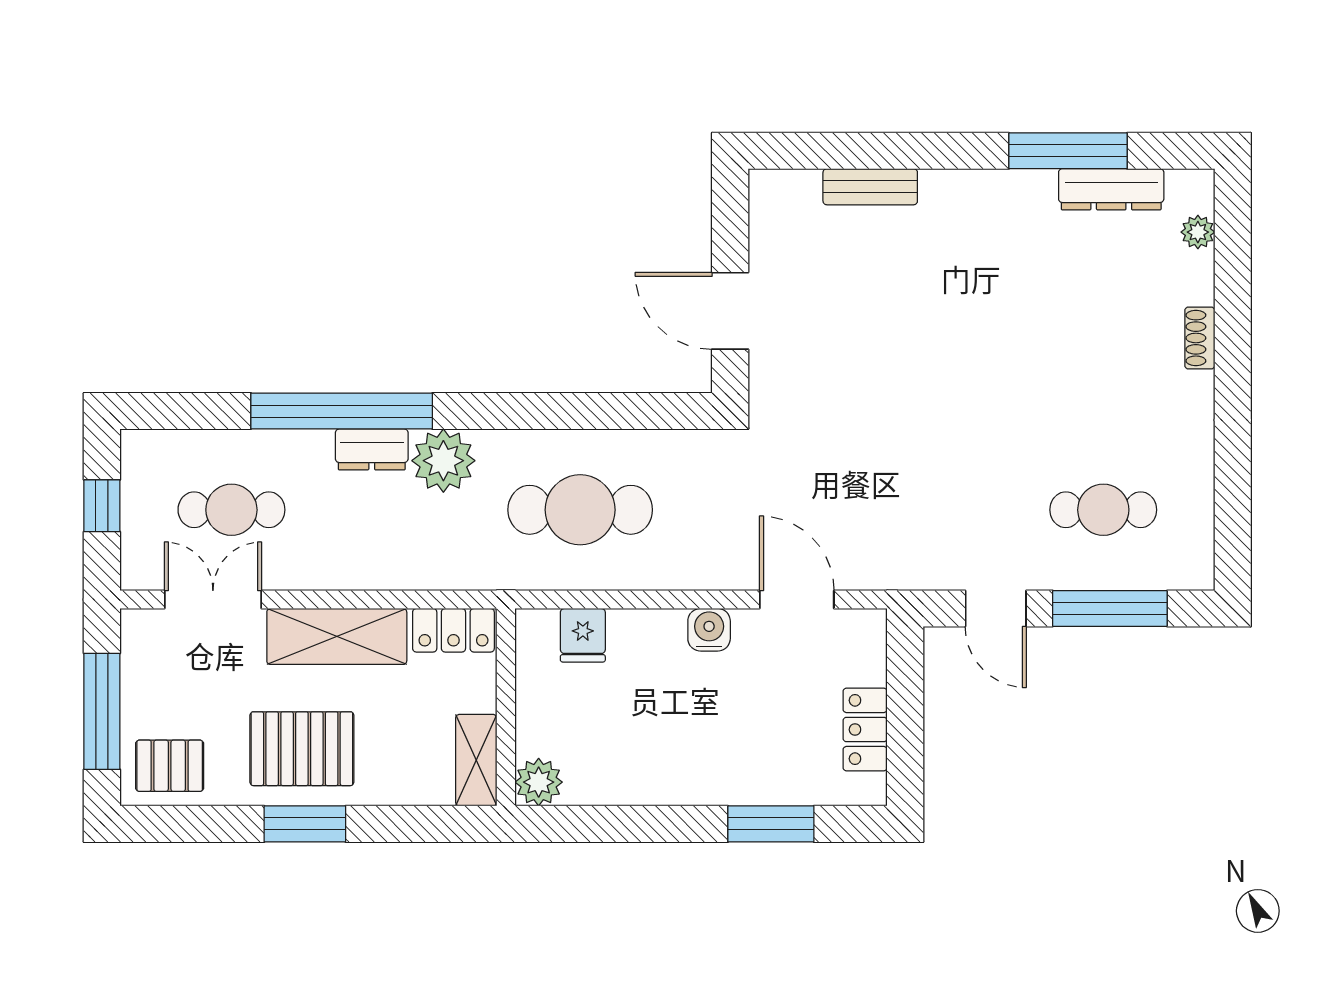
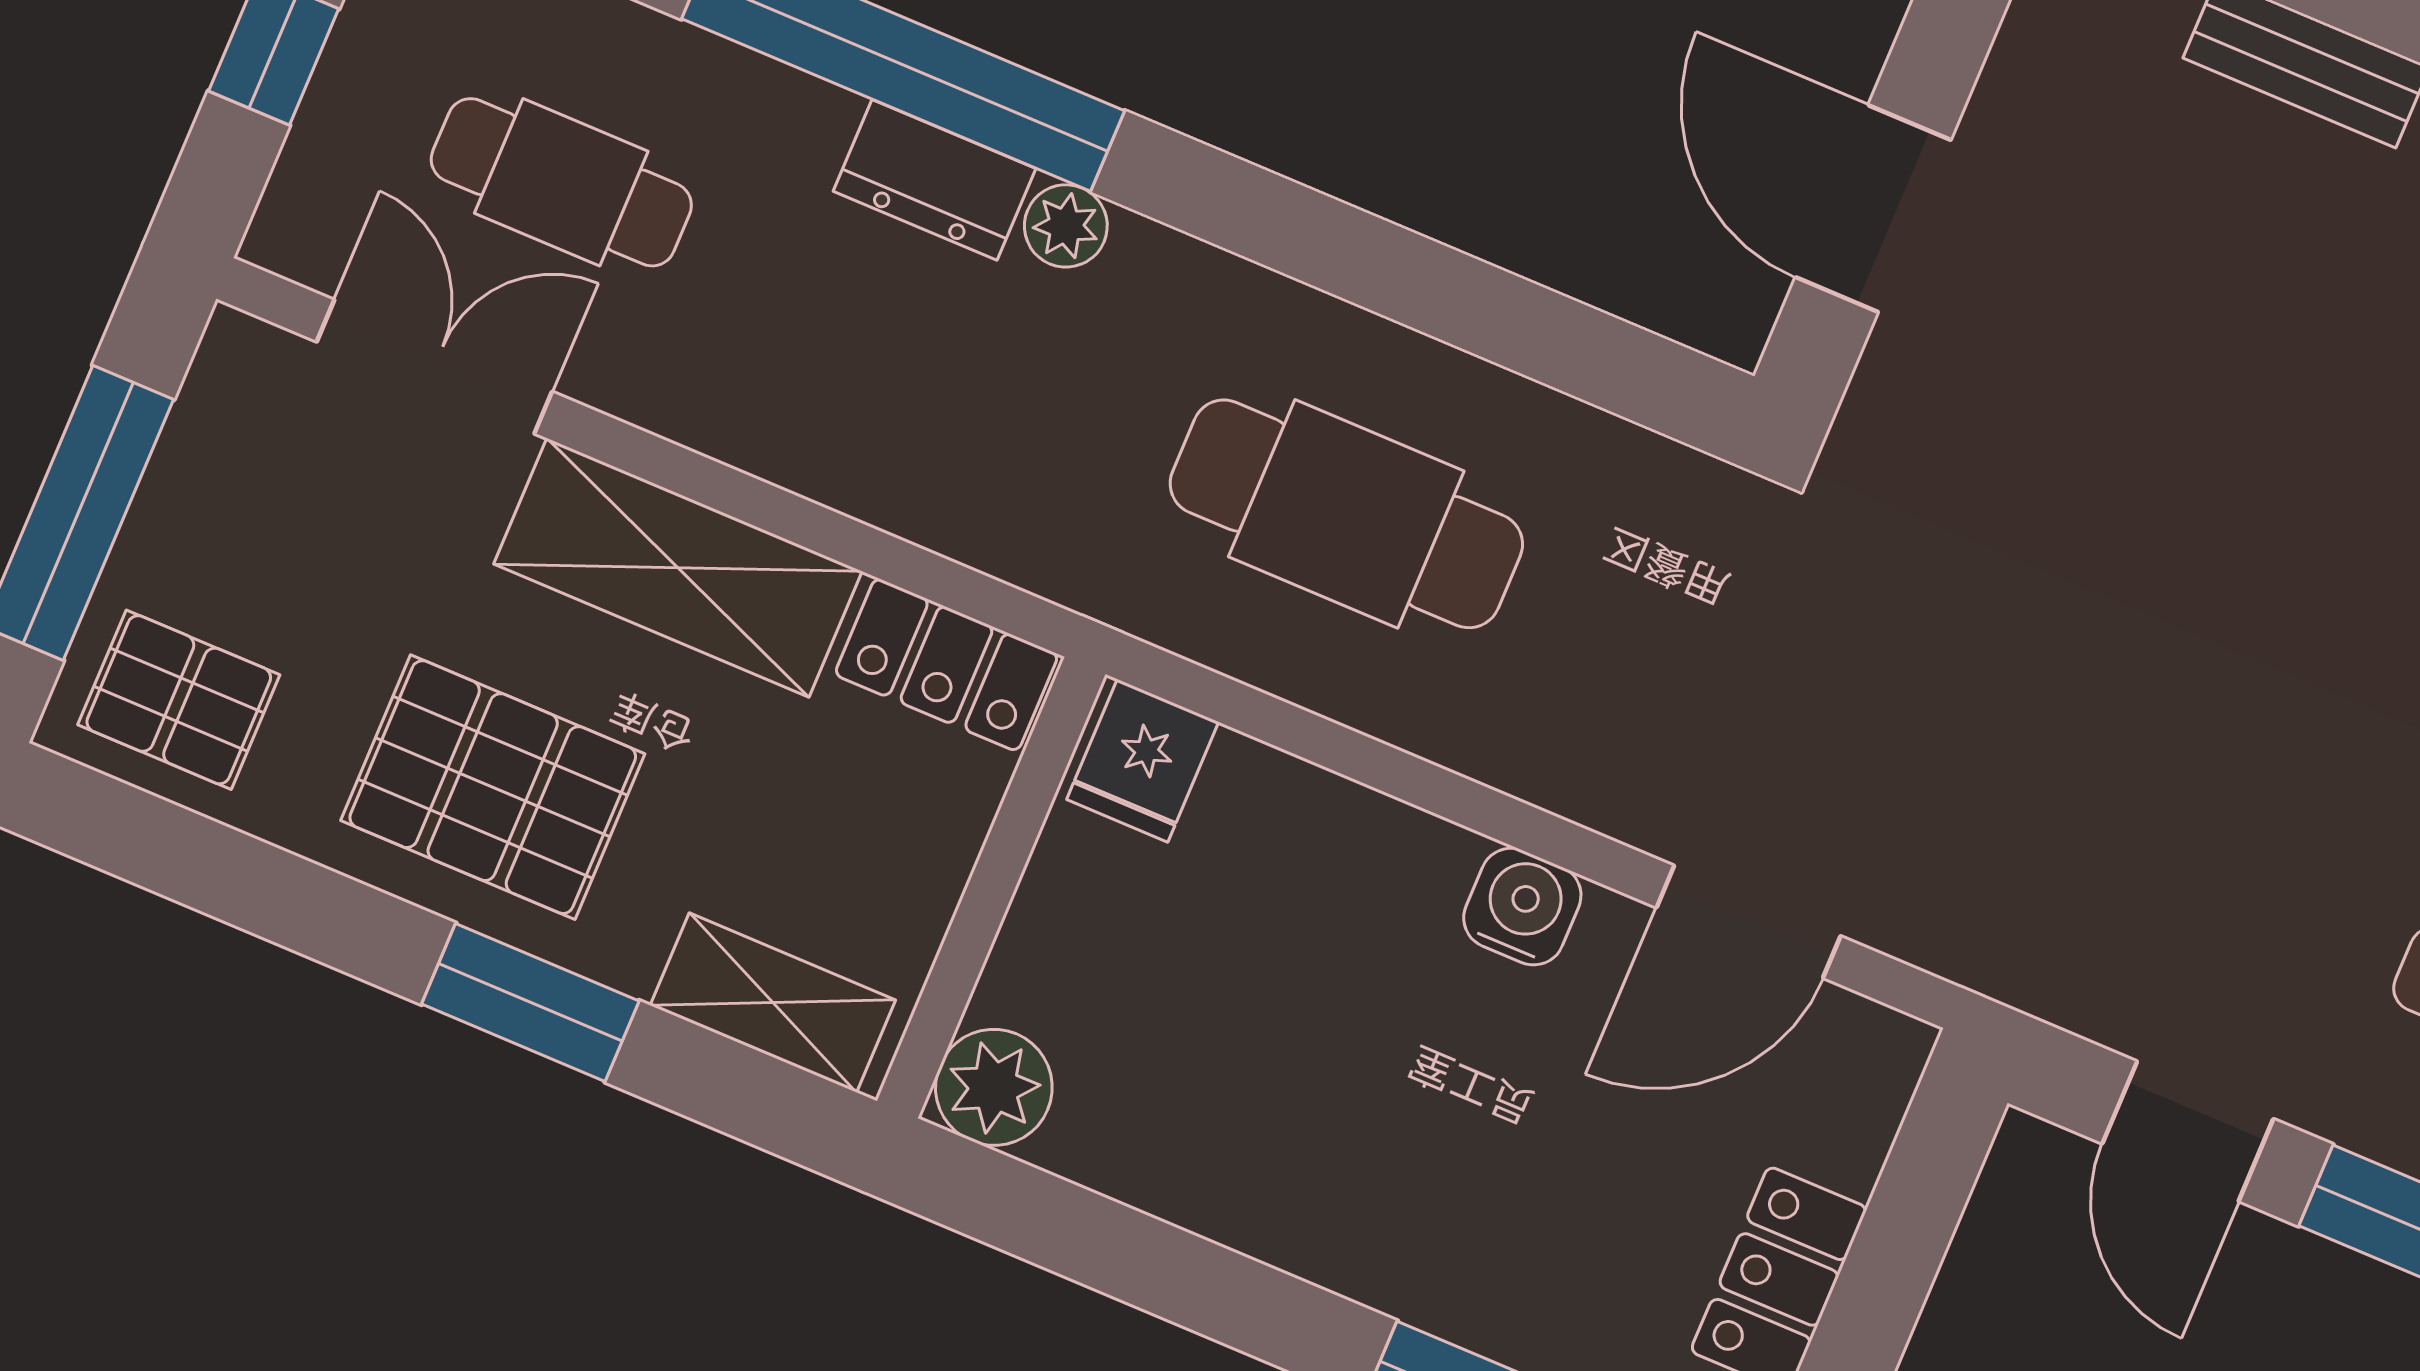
plant: (443, 461) -> (1066, 226), width x0.53, depth x0.53
door: (797, 600) -> (1749, 922), swing flipped
fridge: (583, 635) -> (1143, 761), moved
shelving: (476, 760) -> (773, 1003), moved, turned 90
window: (305, 824) -> (530, 1002), moved

